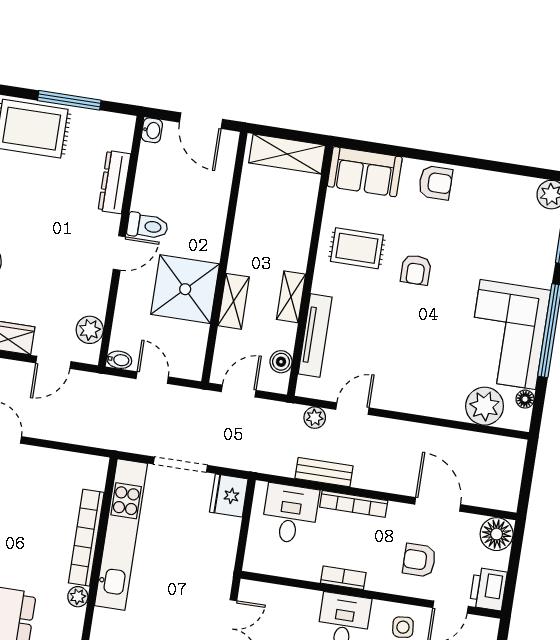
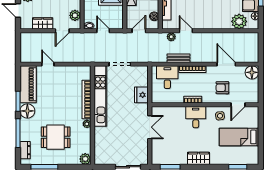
door: (352, 409) -> (186, 31), hinge flipped
fridge: (229, 496) -> (141, 95), moved
printer: (488, 589) -> (252, 95), removed

